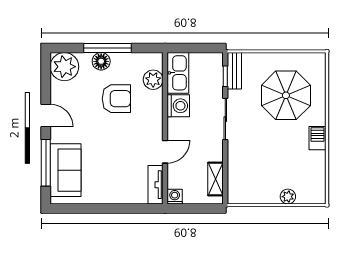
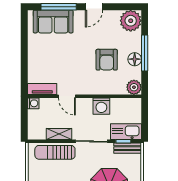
floor lamp: (101, 61) -> (135, 59), moved
kitchen sink: (178, 73) -> (126, 132), moved, turned 180
plant: (153, 80) -> (134, 87), moved
sun lounger: (240, 168) -> (55, 152), added
shelving: (216, 179) -> (59, 134), moved

